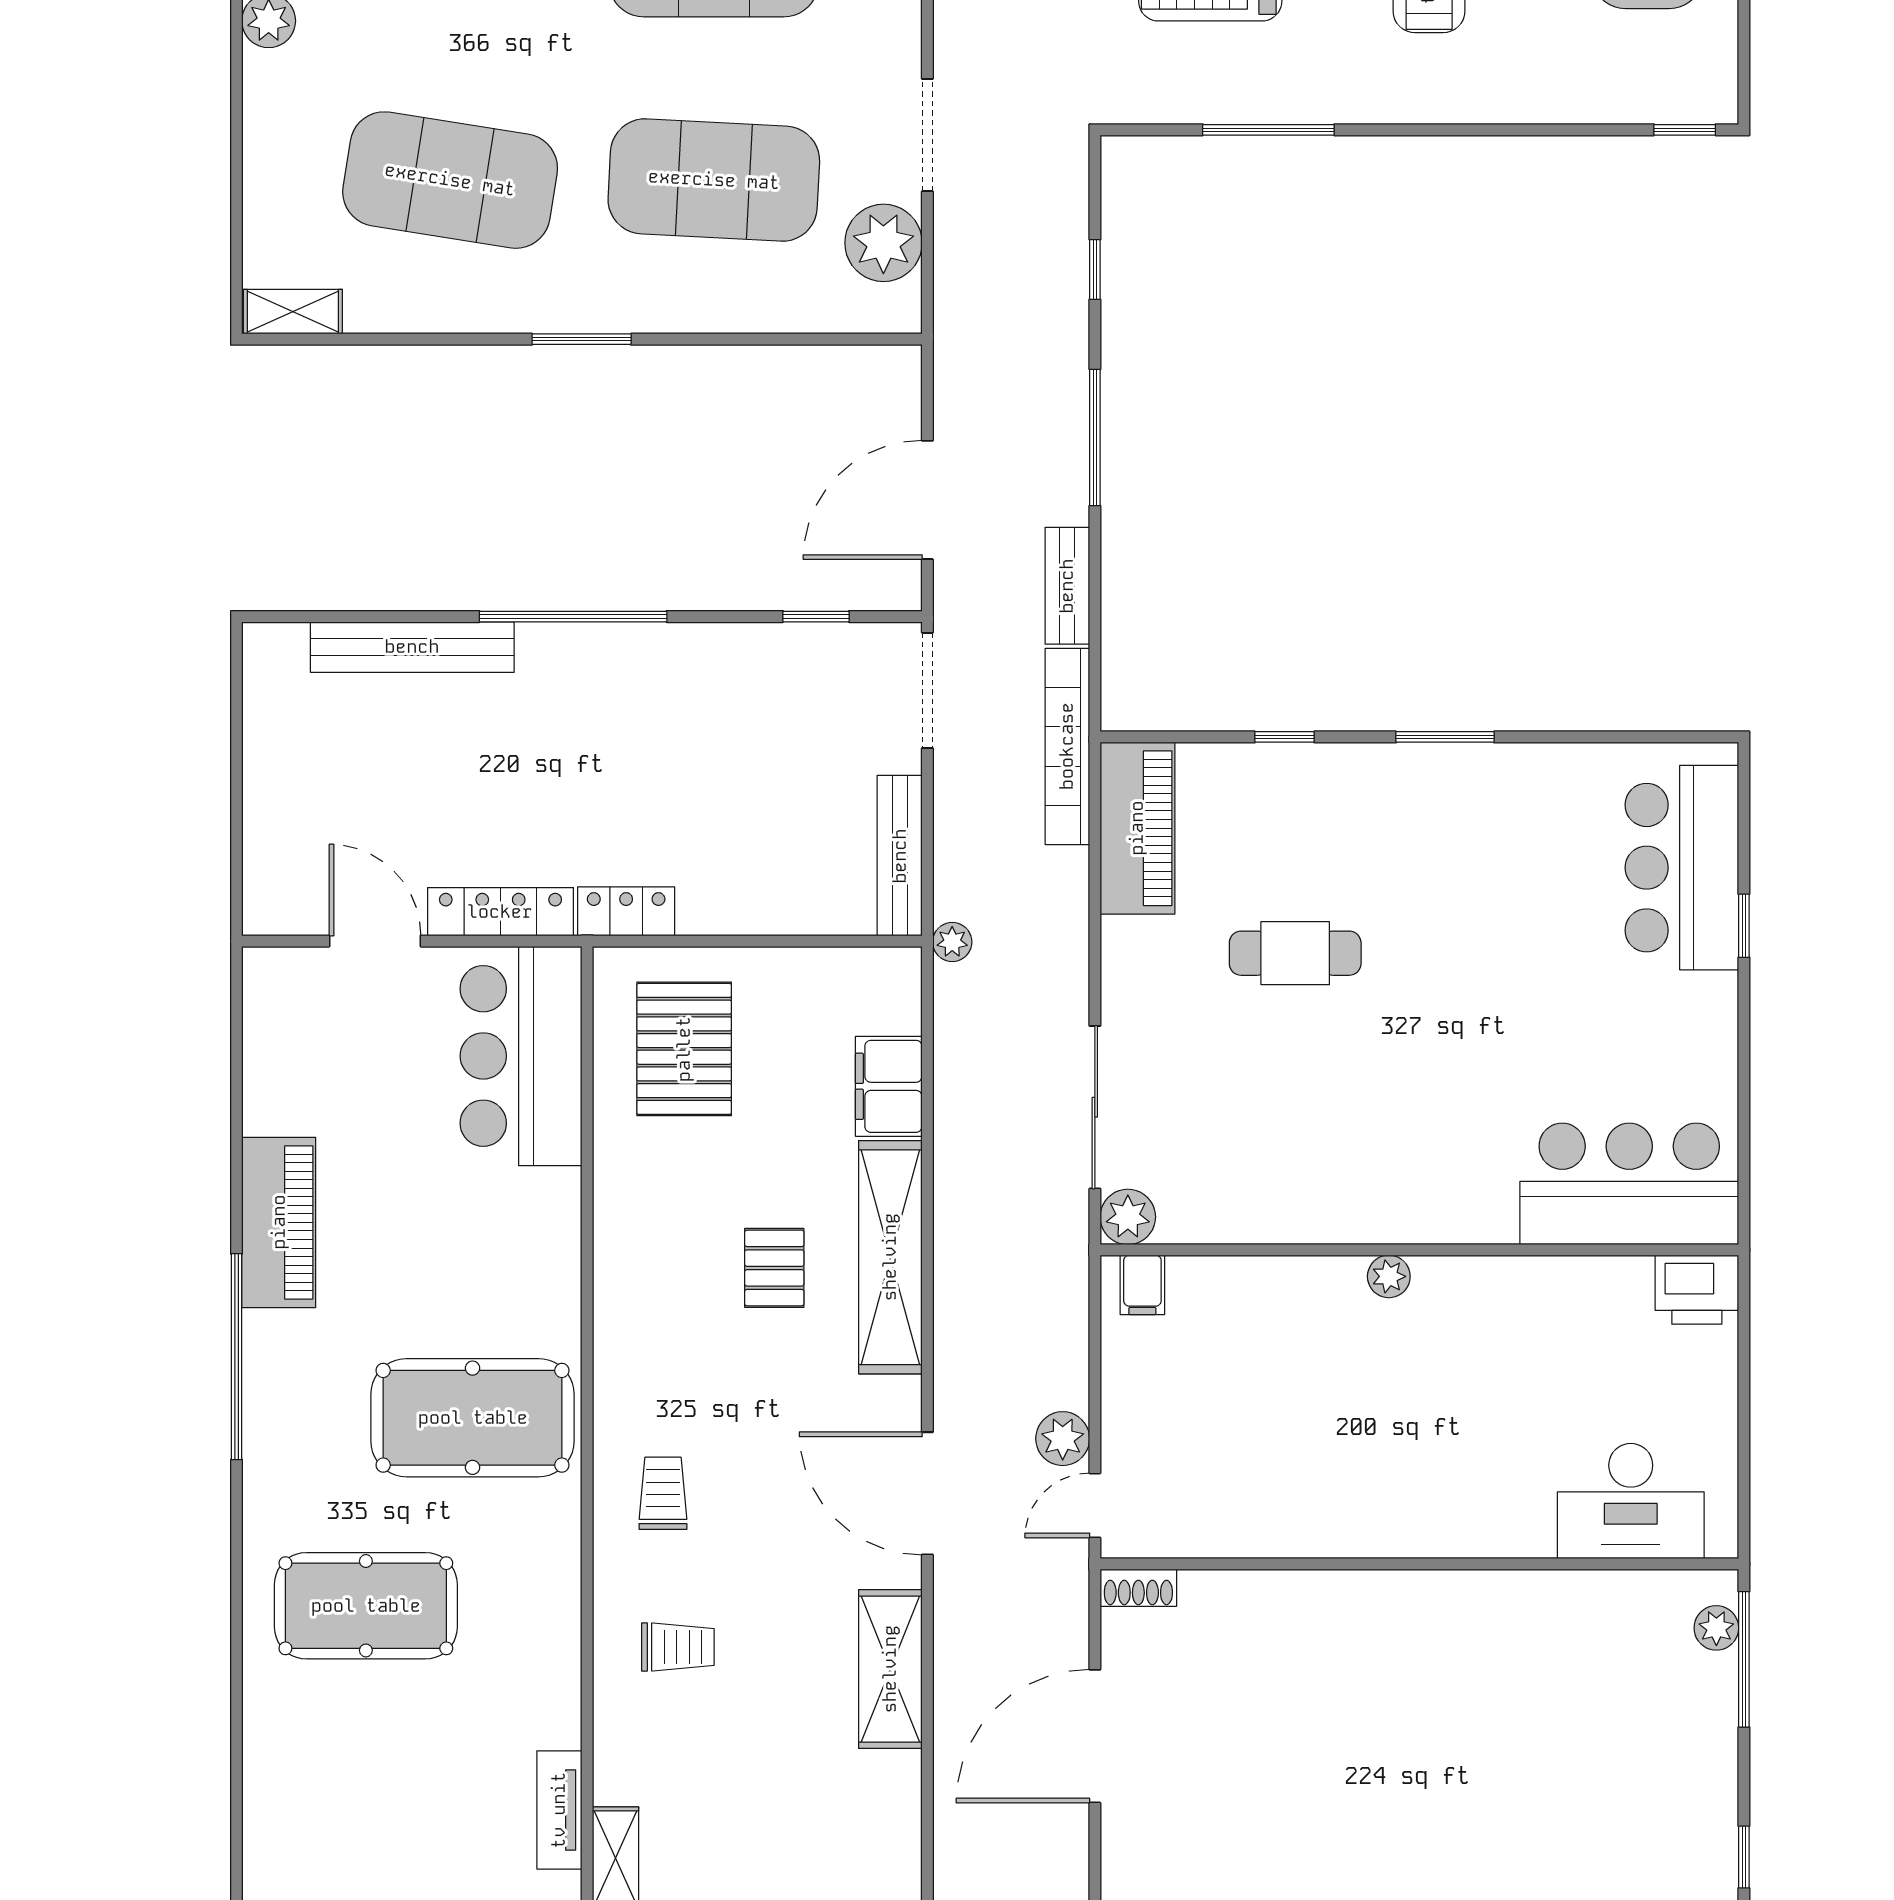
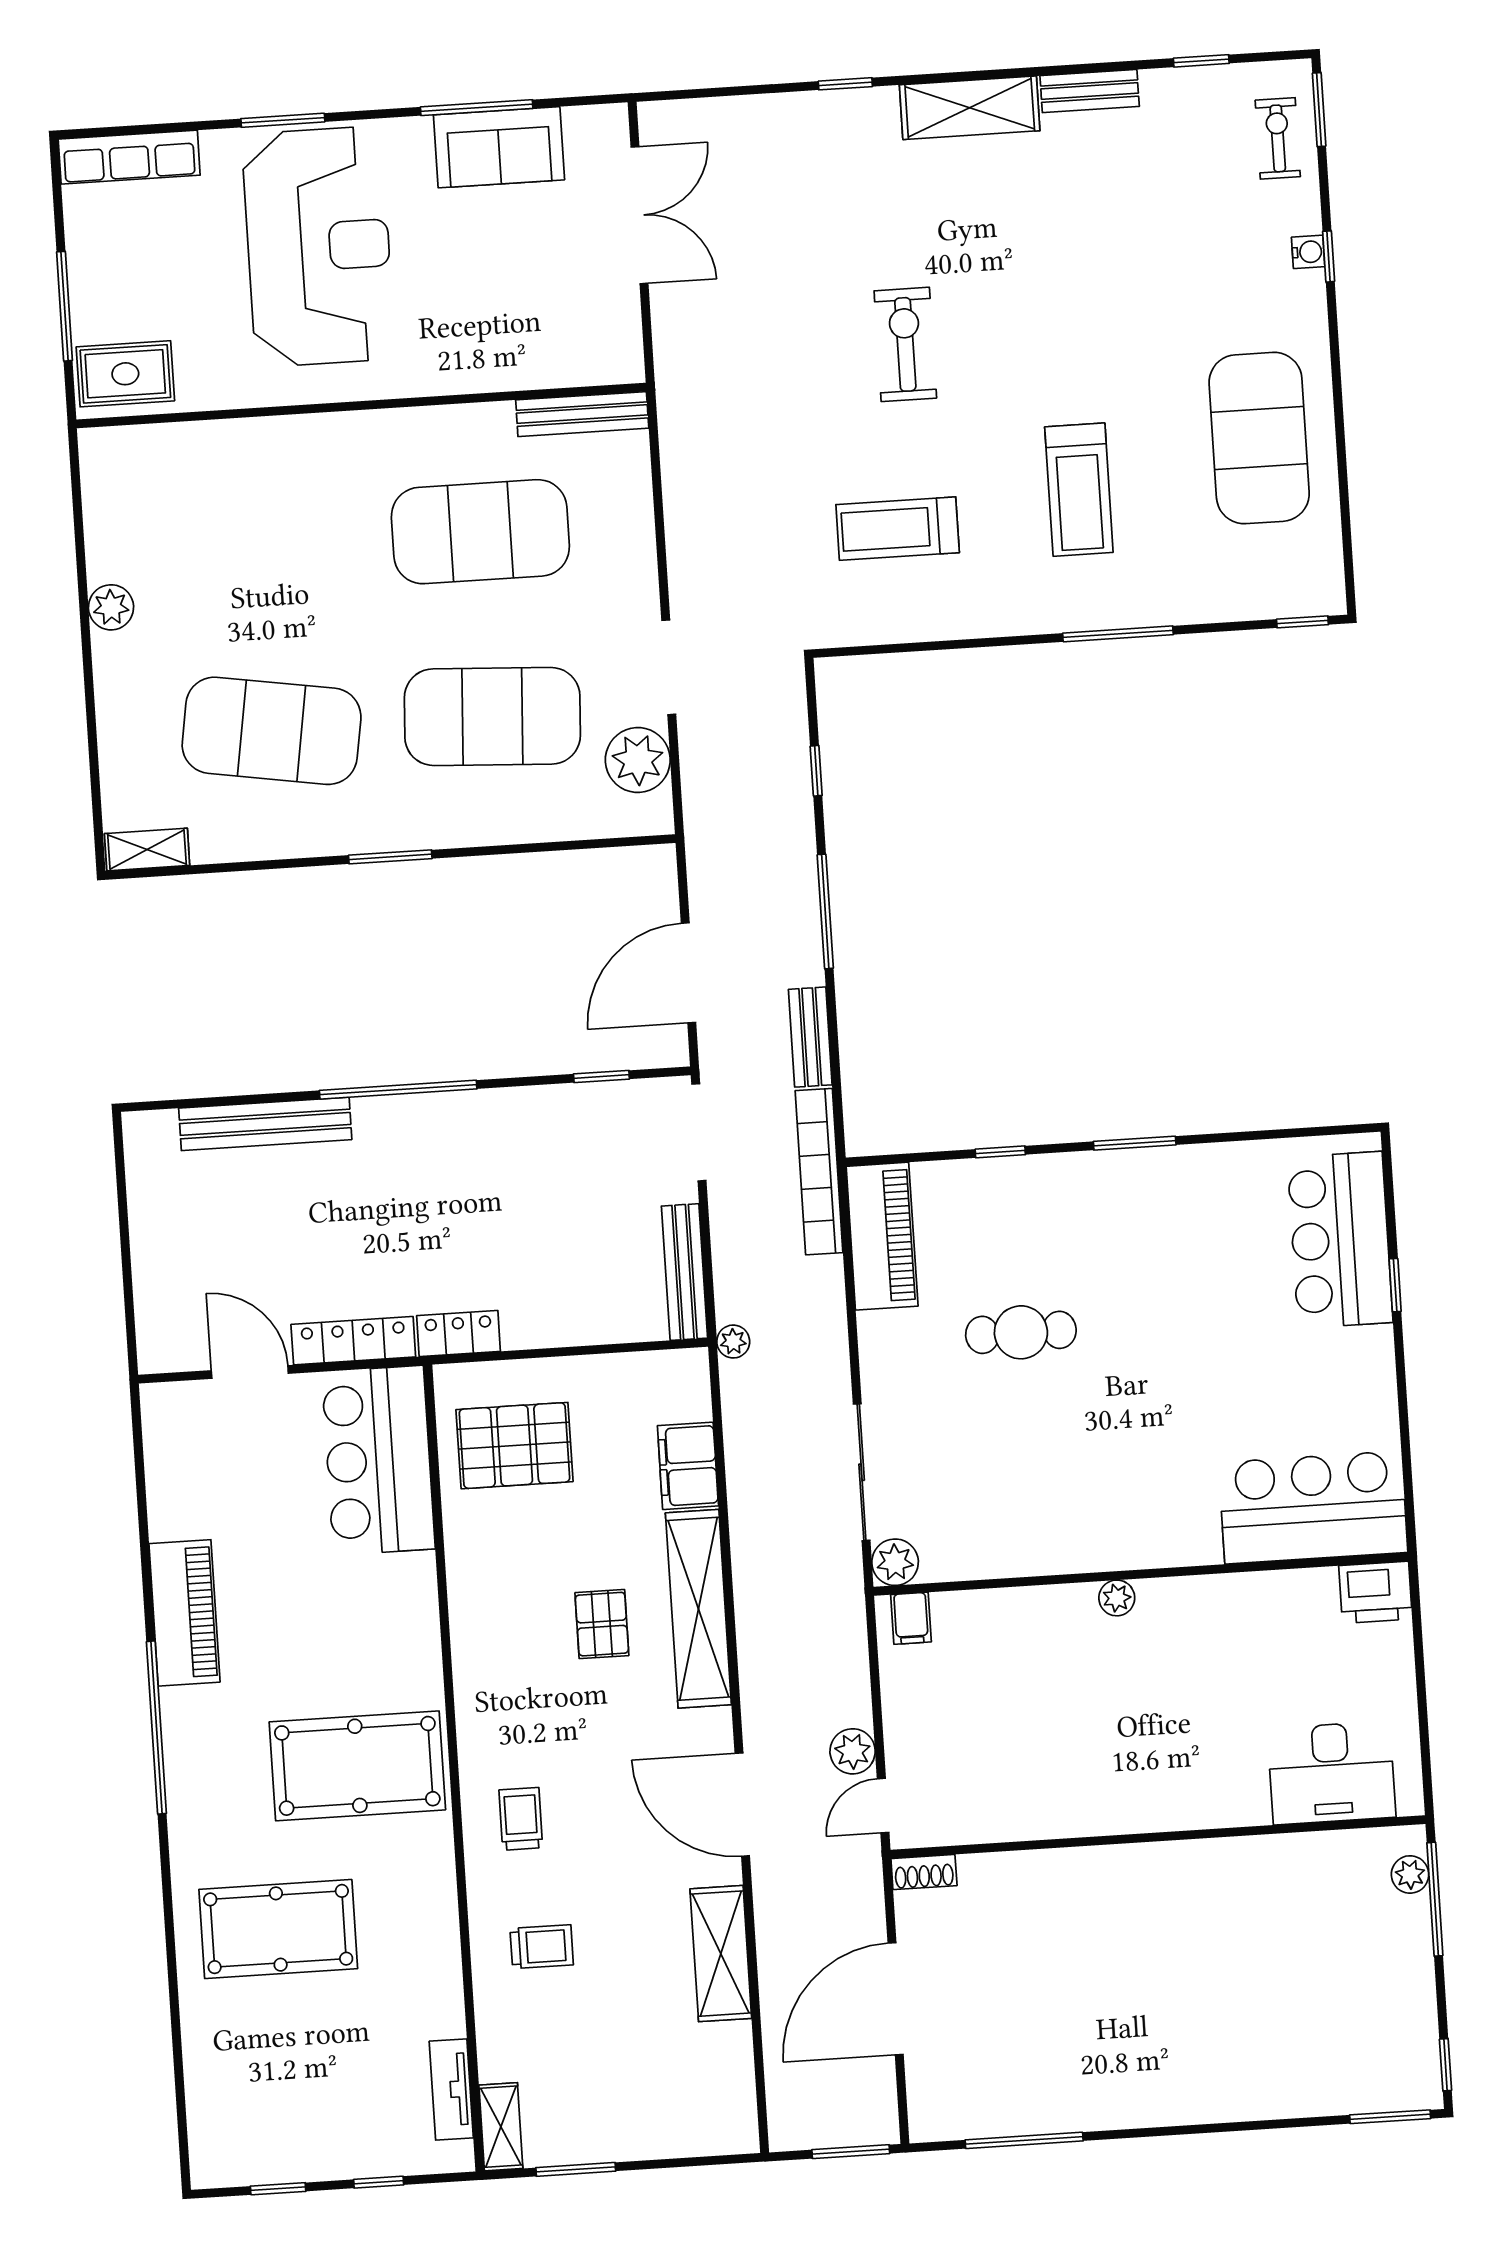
window: (1268, 130) -> (1118, 634), moved
pallet: (684, 1049) -> (515, 1446), turned 90

